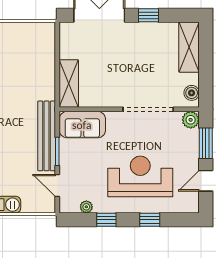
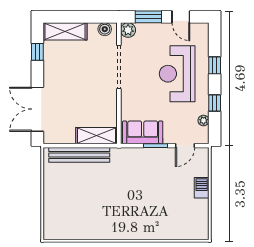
window: (148, 15) -> (37, 52), moved
sofa: (82, 125) -> (143, 132), moved, turned -90
bench: (47, 136) -> (79, 155), moved

